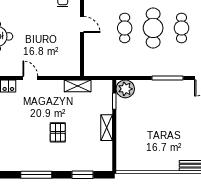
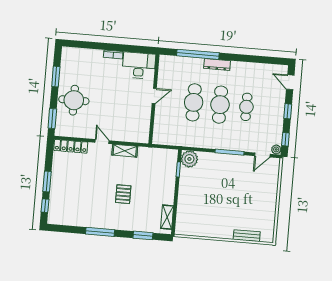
door: (82, 25) -> (154, 96), hinge flipped
cafe table: (125, 28) -> (194, 102), width x1.37, depth x1.35
shelving: (78, 86) -> (125, 151), moved
shelving: (107, 128) -> (167, 217), moved

